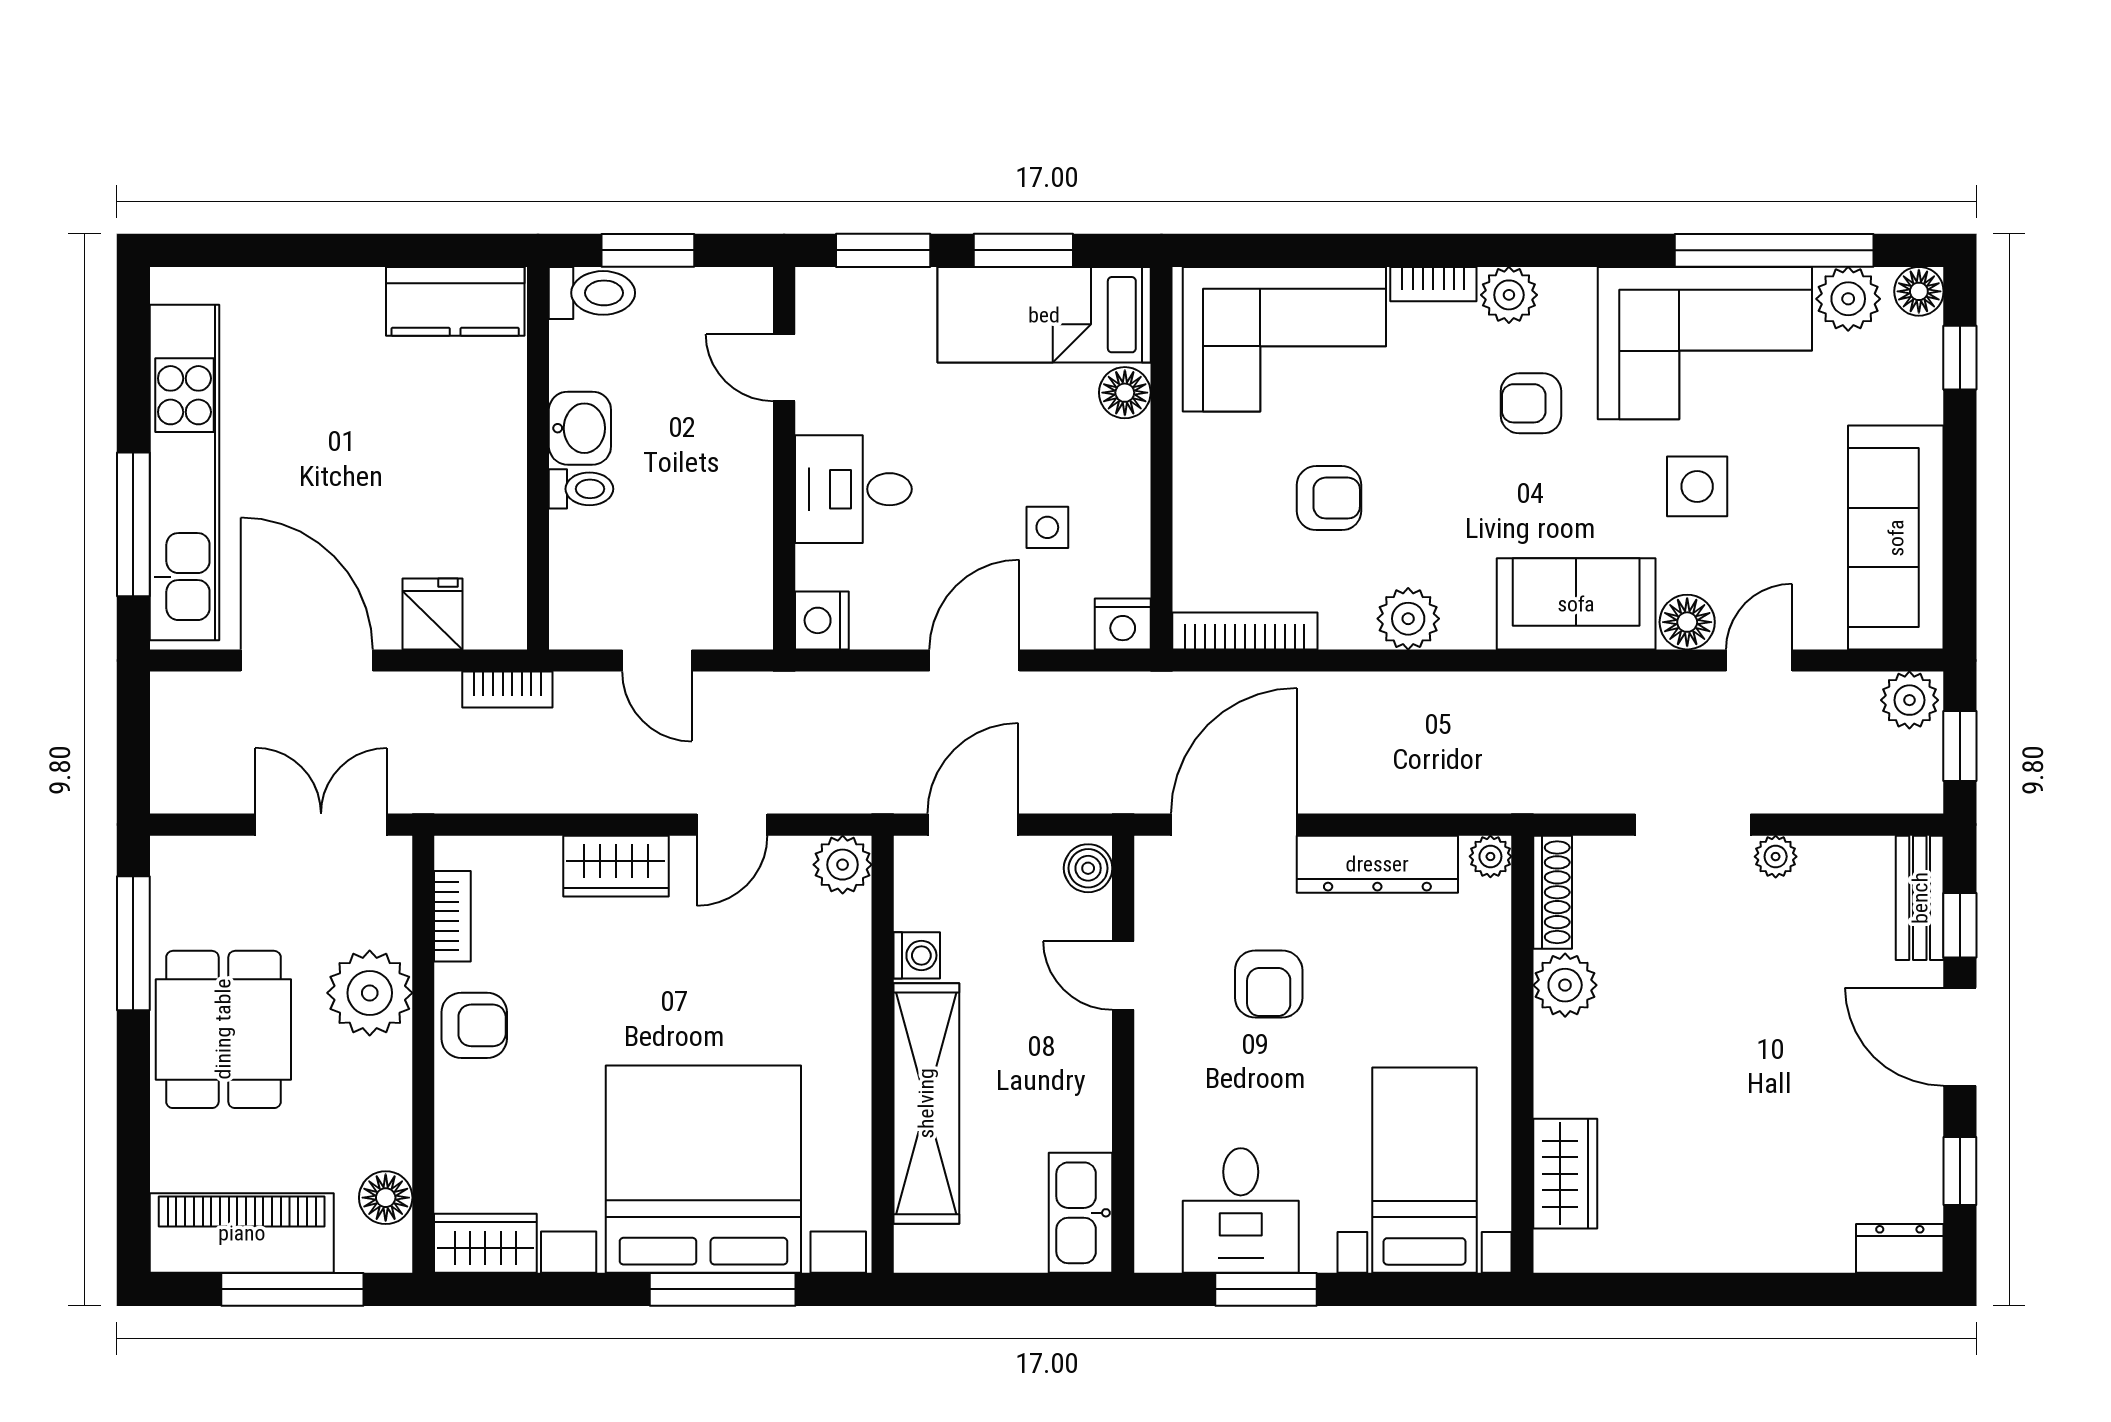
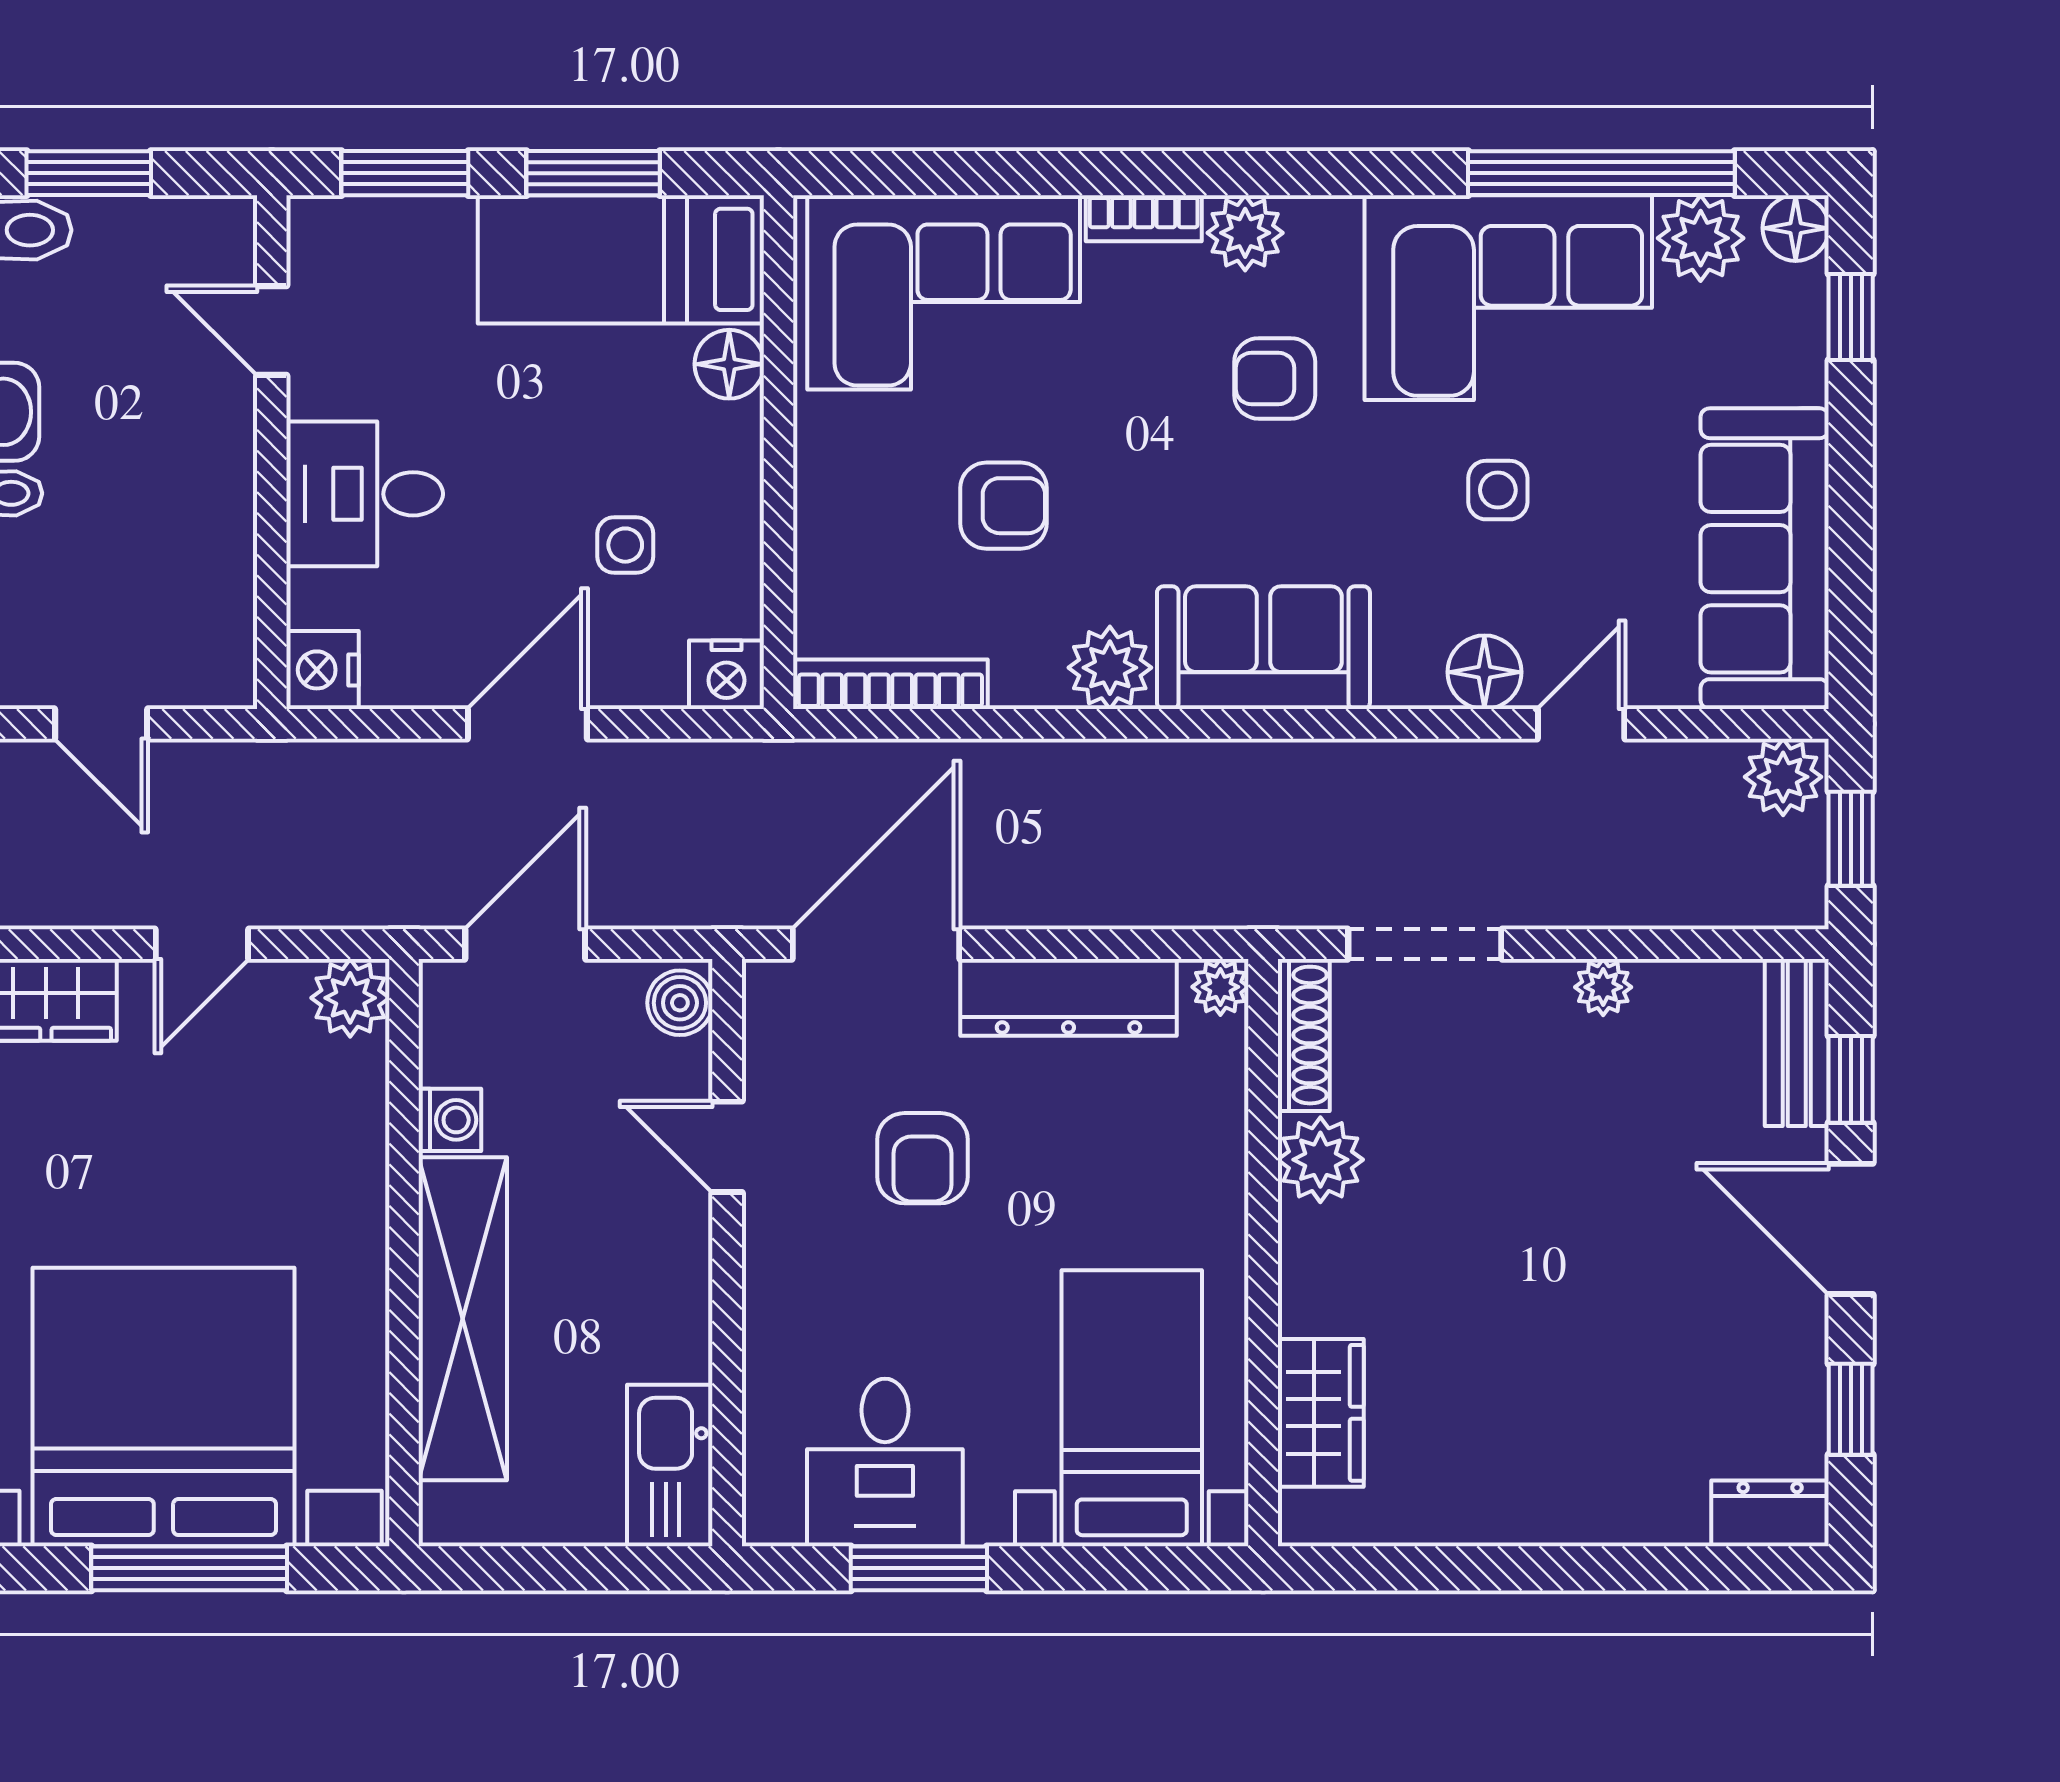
side table: (1697, 486) -> (1498, 490), width x0.73, depth x0.73
sofa: (1576, 604) -> (1263, 648), moved
doorway: (1693, 825) -> (1425, 944), moved

